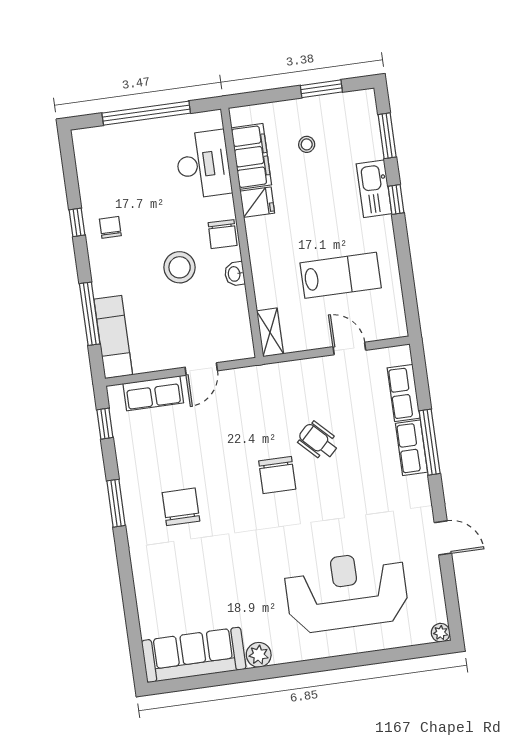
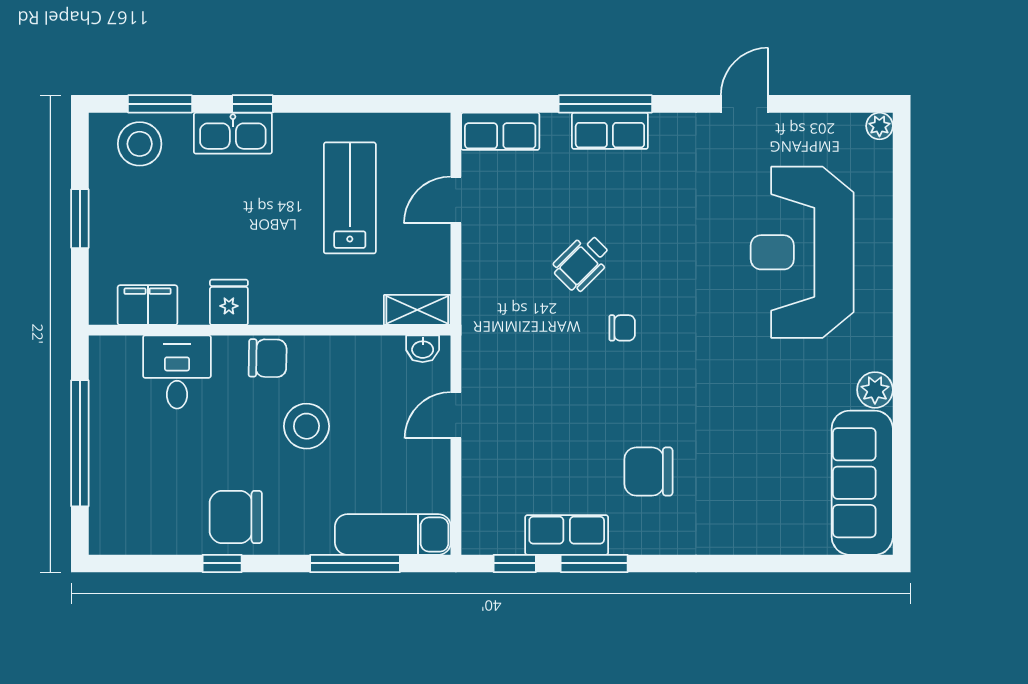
window: (321, 89) -> (80, 219), moved
stool: (307, 144) -> (140, 144), moved, width x1.89, depth x1.89
filing cabinet: (251, 156) -> (148, 305), width x0.67, depth x0.86
desk: (203, 164) -> (177, 372), width x0.73
chair: (110, 227) -> (236, 517), width x1.87, depth x1.87
washbasin: (235, 274) -> (423, 349), moved
door: (201, 369) -> (456, 415), swing flipped
row of seats: (153, 393) -> (567, 535), moved, turned -90
row of seats: (404, 393) -> (500, 131), moved
chair: (277, 475) -> (622, 328), width x0.54, depth x0.54
window: (116, 503) -> (594, 563), moved

